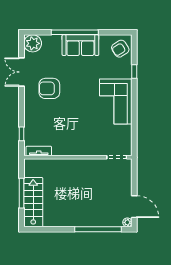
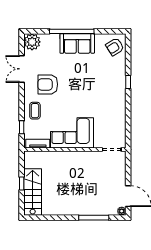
window: (134, 71) -> (128, 82), moved
corner sofa: (116, 101) -> (72, 133), moved, turned 90
coffee table: (36, 116) -> (35, 111), added
window: (21, 193) -> (22, 183), width x0.46
window: (98, 229) -> (94, 218), width x0.68

